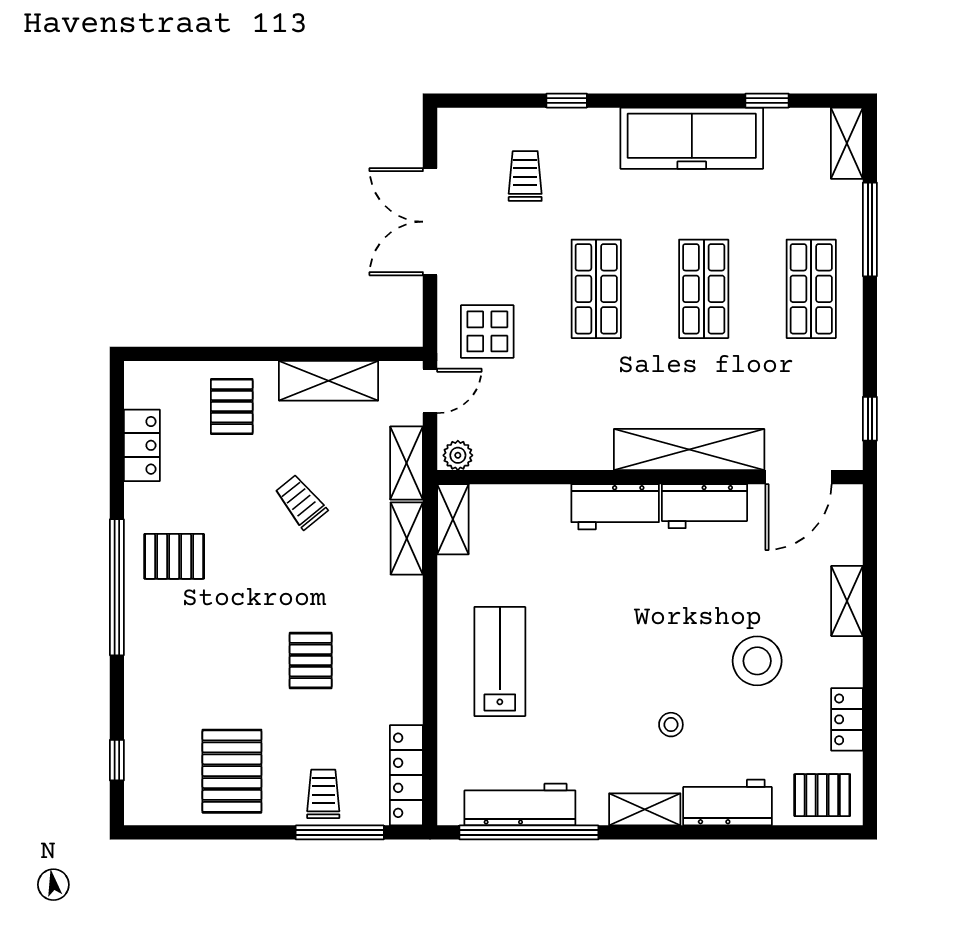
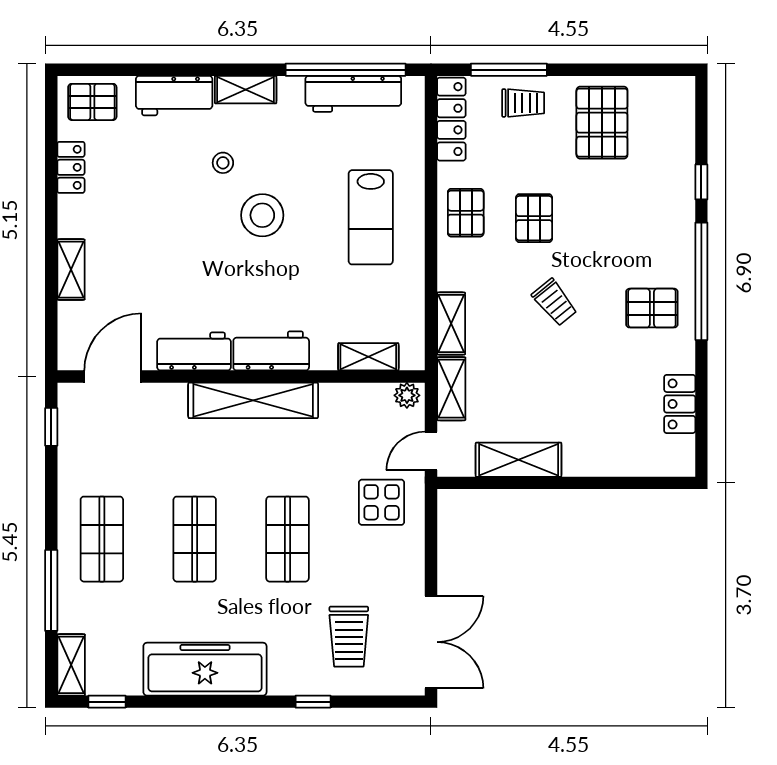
window: (767, 101) -> (107, 702), moved
trolley: (525, 176) -> (349, 637), width x1.36, depth x1.39
double door: (430, 222) -> (431, 642), moved
pallet: (232, 407) -> (466, 213), moved
shelving: (689, 450) -> (253, 400), moved
trolley: (301, 502) -> (555, 302), moved
shelving: (453, 519) -> (368, 357), moved, turned 90
stool: (757, 661) -> (262, 215), moved
window: (117, 760) -> (701, 182), moved
trolley: (323, 794) -> (523, 103), turned -90

